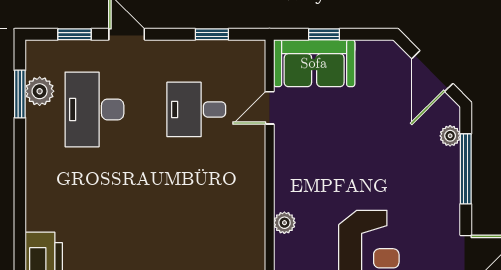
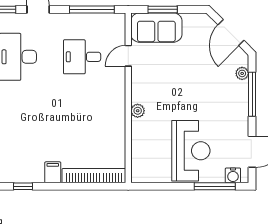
window: (212, 34) -> (92, 9), width x2.17
window: (324, 34) -> (163, 9), width x1.50
plant: (284, 223) -> (138, 111), moved

